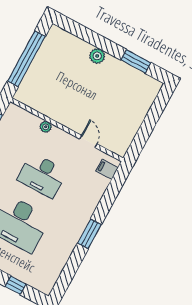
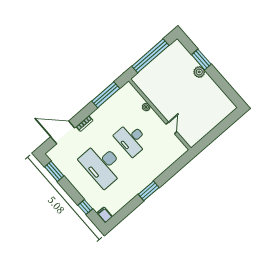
window: (136, 61) -> (201, 59), moved
filing cabinet: (107, 169) -> (104, 215), moved

